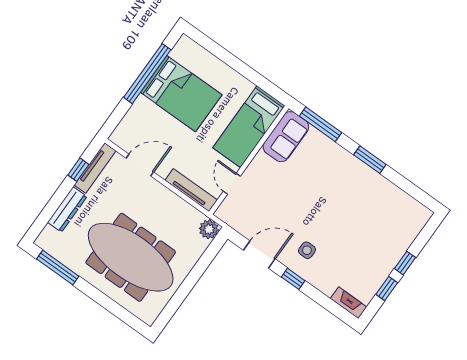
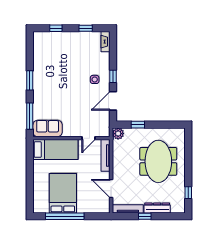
window: (78, 170) -> (145, 216), moved
door: (259, 255) -> (113, 101), hinge flipped
meeting table: (131, 257) -> (158, 161), width x0.73
window: (405, 263) -> (56, 28), moved
window: (202, 265) -> (138, 125), added
window: (58, 268) -> (188, 193), width x0.46

